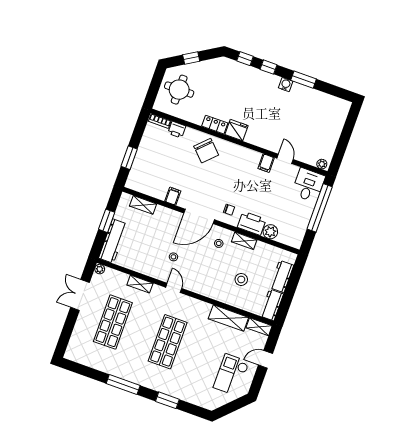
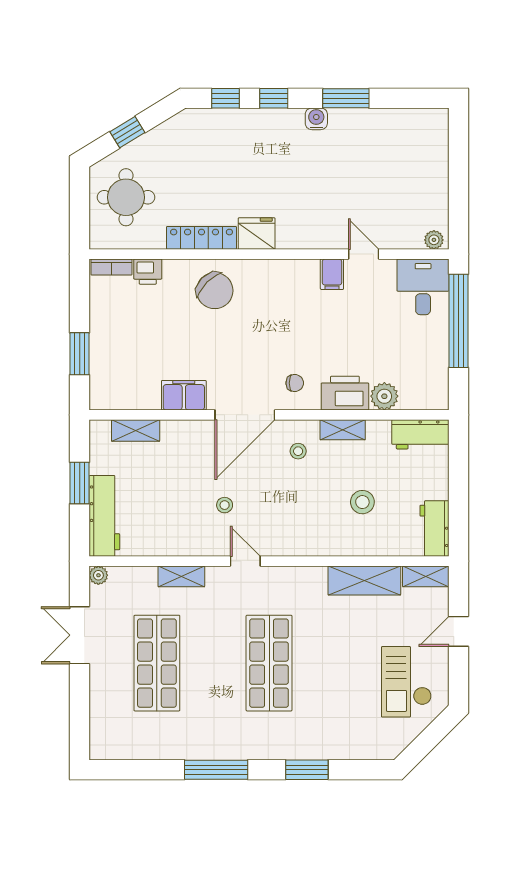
locker: (215, 125) -> (202, 238), width x1.53
filing cabinet: (173, 196) -> (184, 395), width x2.00
workbench: (282, 276) -> (420, 434), moved, turned -90

